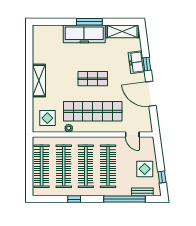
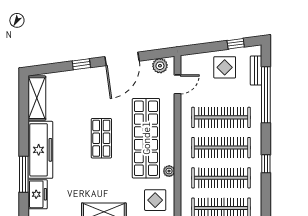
window: (89, 22) -> (24, 174), moved
freezer: (136, 62) -> (38, 194), moved, turned -82
plant: (146, 122) -> (160, 66), added

